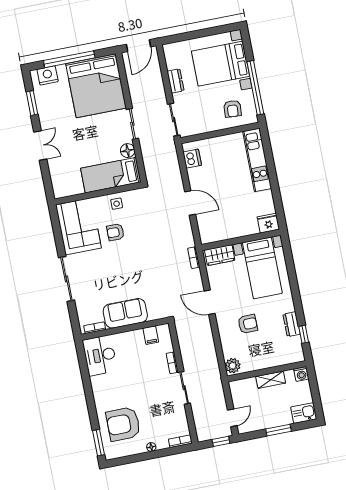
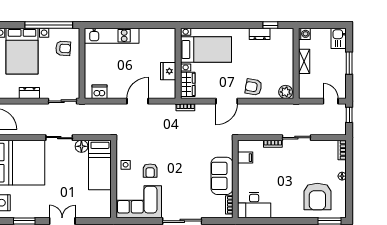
fridge: (268, 223) -> (168, 71), moved
armchair: (248, 324) -> (253, 87), moved, turned -79

